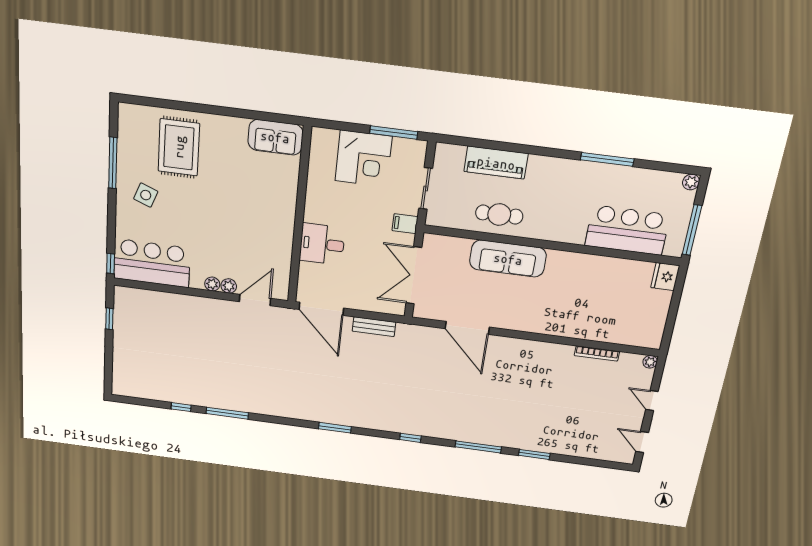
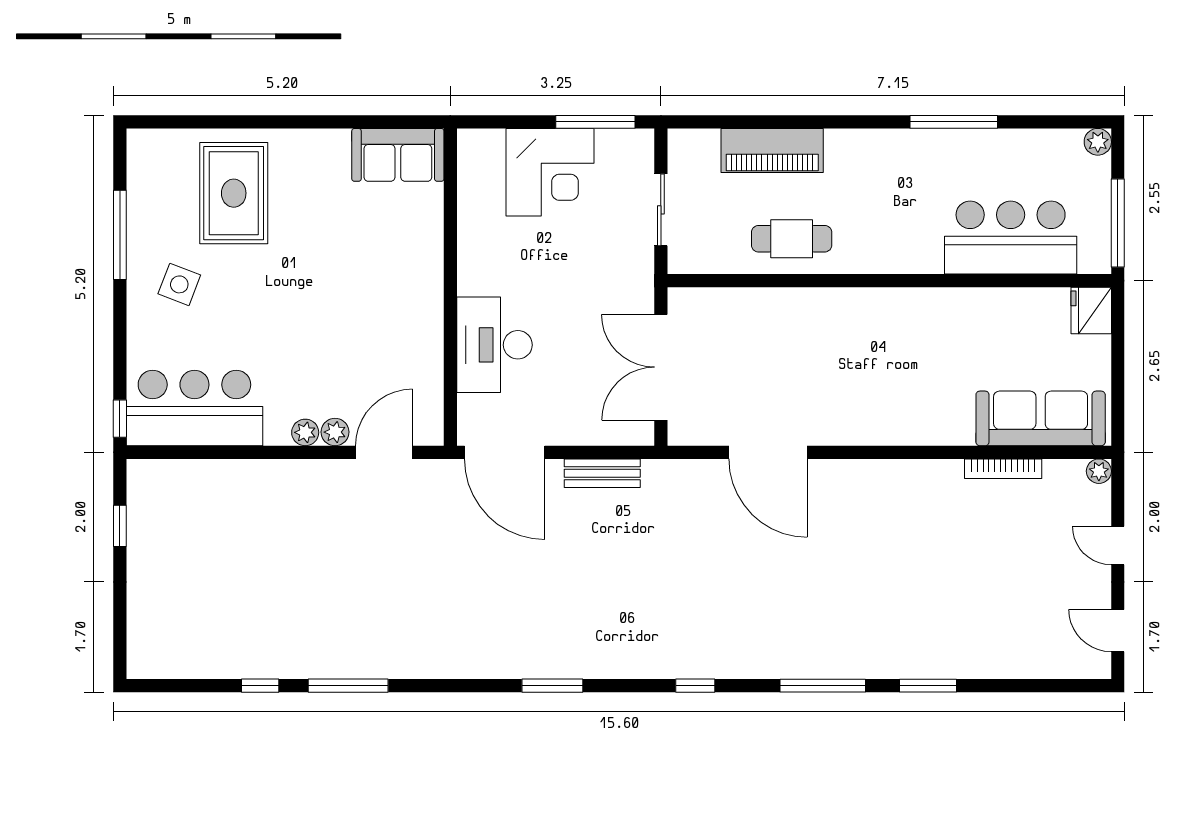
filing cabinet: (405, 224) -> (634, 276), removed
desk: (322, 244) -> (494, 345), width x1.37
sofa: (508, 259) -> (1041, 418), moved, turned 180

